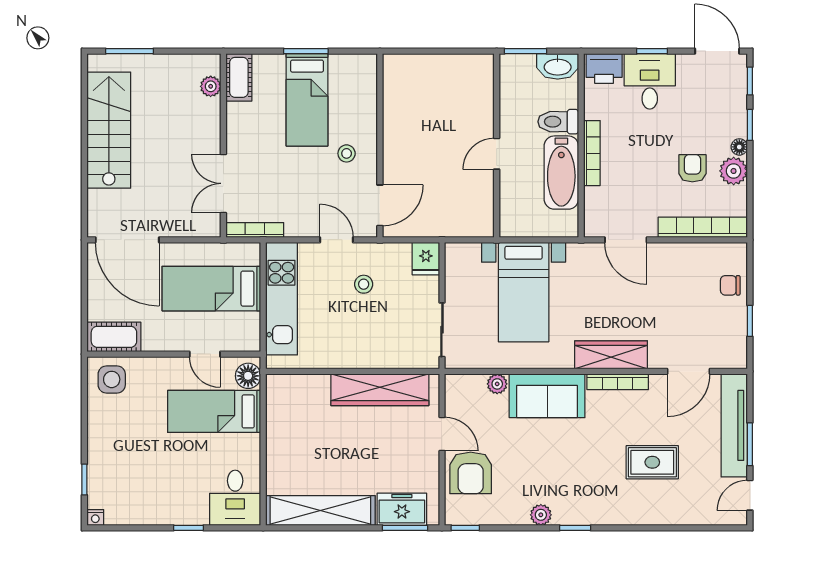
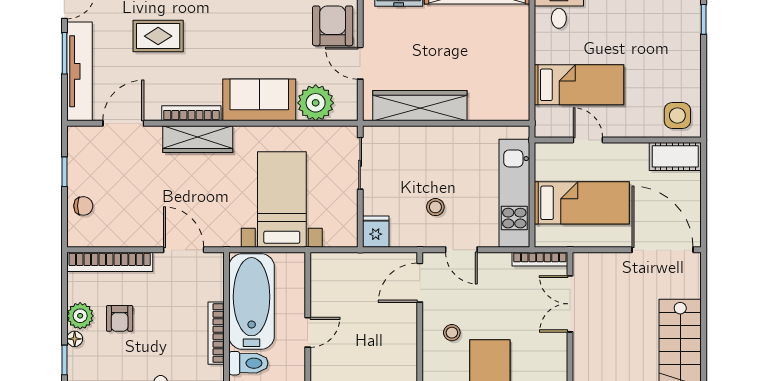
bathtub: (561, 173) -> (252, 301), width x1.36, depth x1.36
double door: (223, 183) -> (570, 304), swing flipped
floor lamp: (248, 376) -> (546, 119), removed
plant: (497, 384) -> (316, 103), width x1.88, depth x1.88

